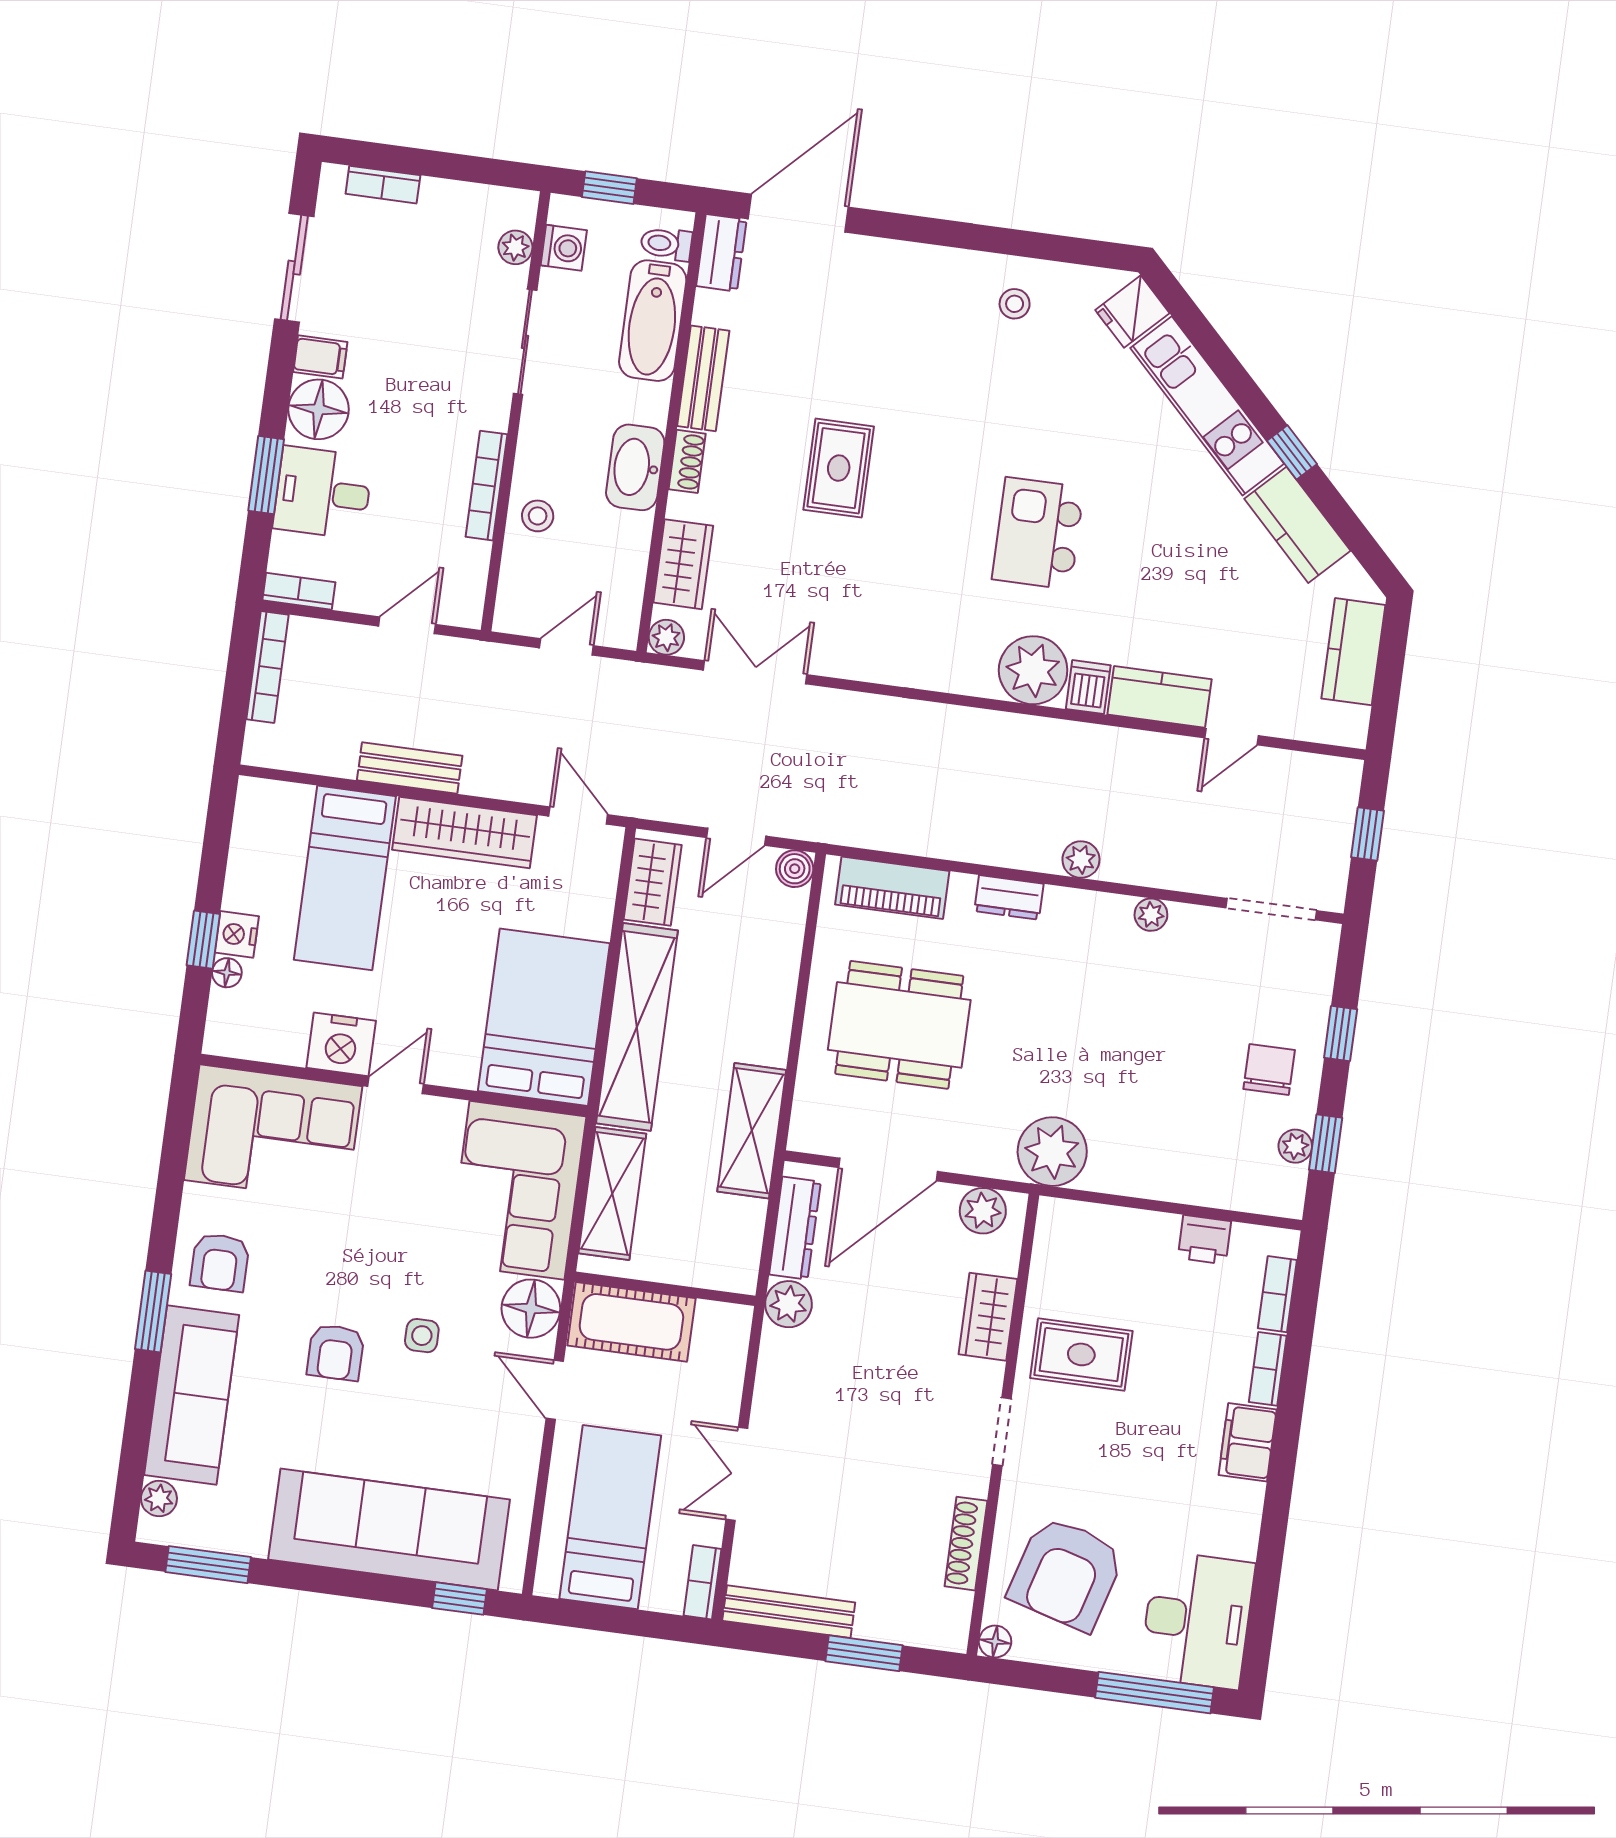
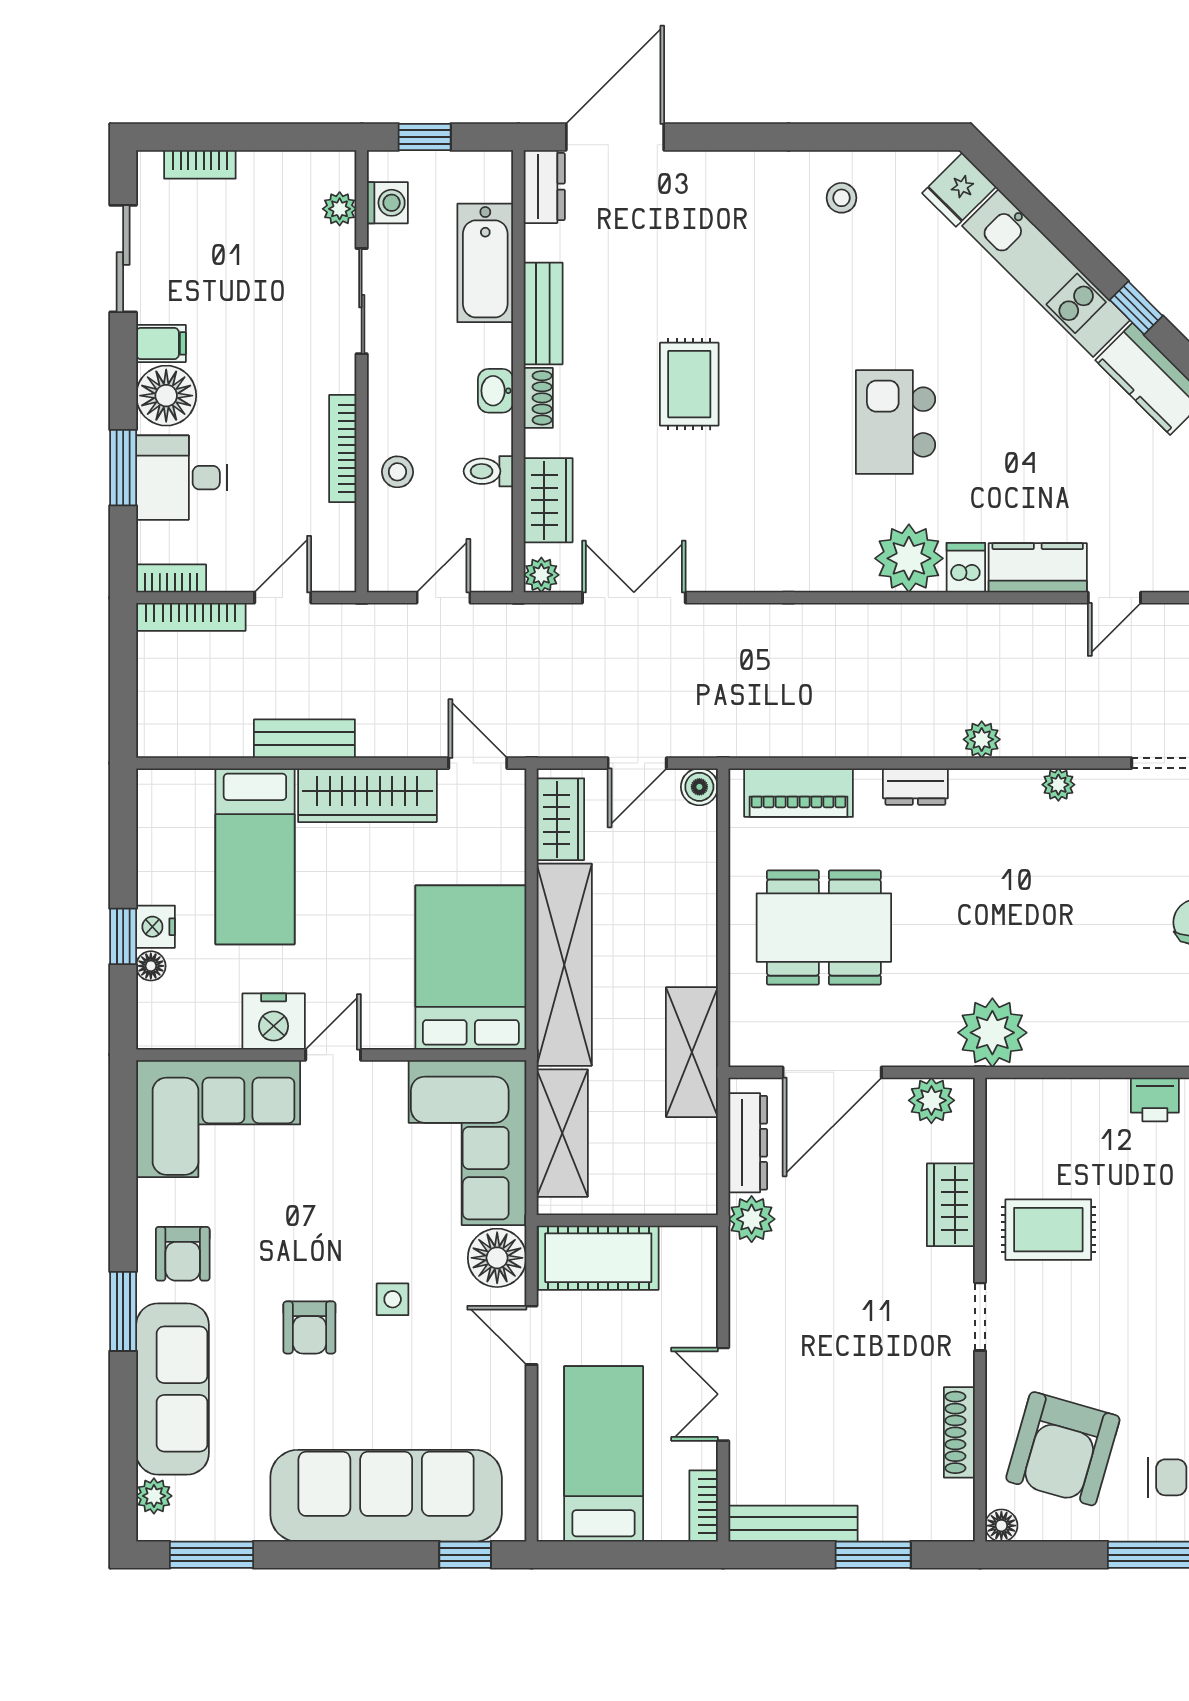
toilet: (666, 244) -> (488, 471), moved
washbasin: (635, 467) -> (496, 391), width x0.52, depth x0.69
bookcase: (268, 667) -> (191, 617), moved, turned 90

